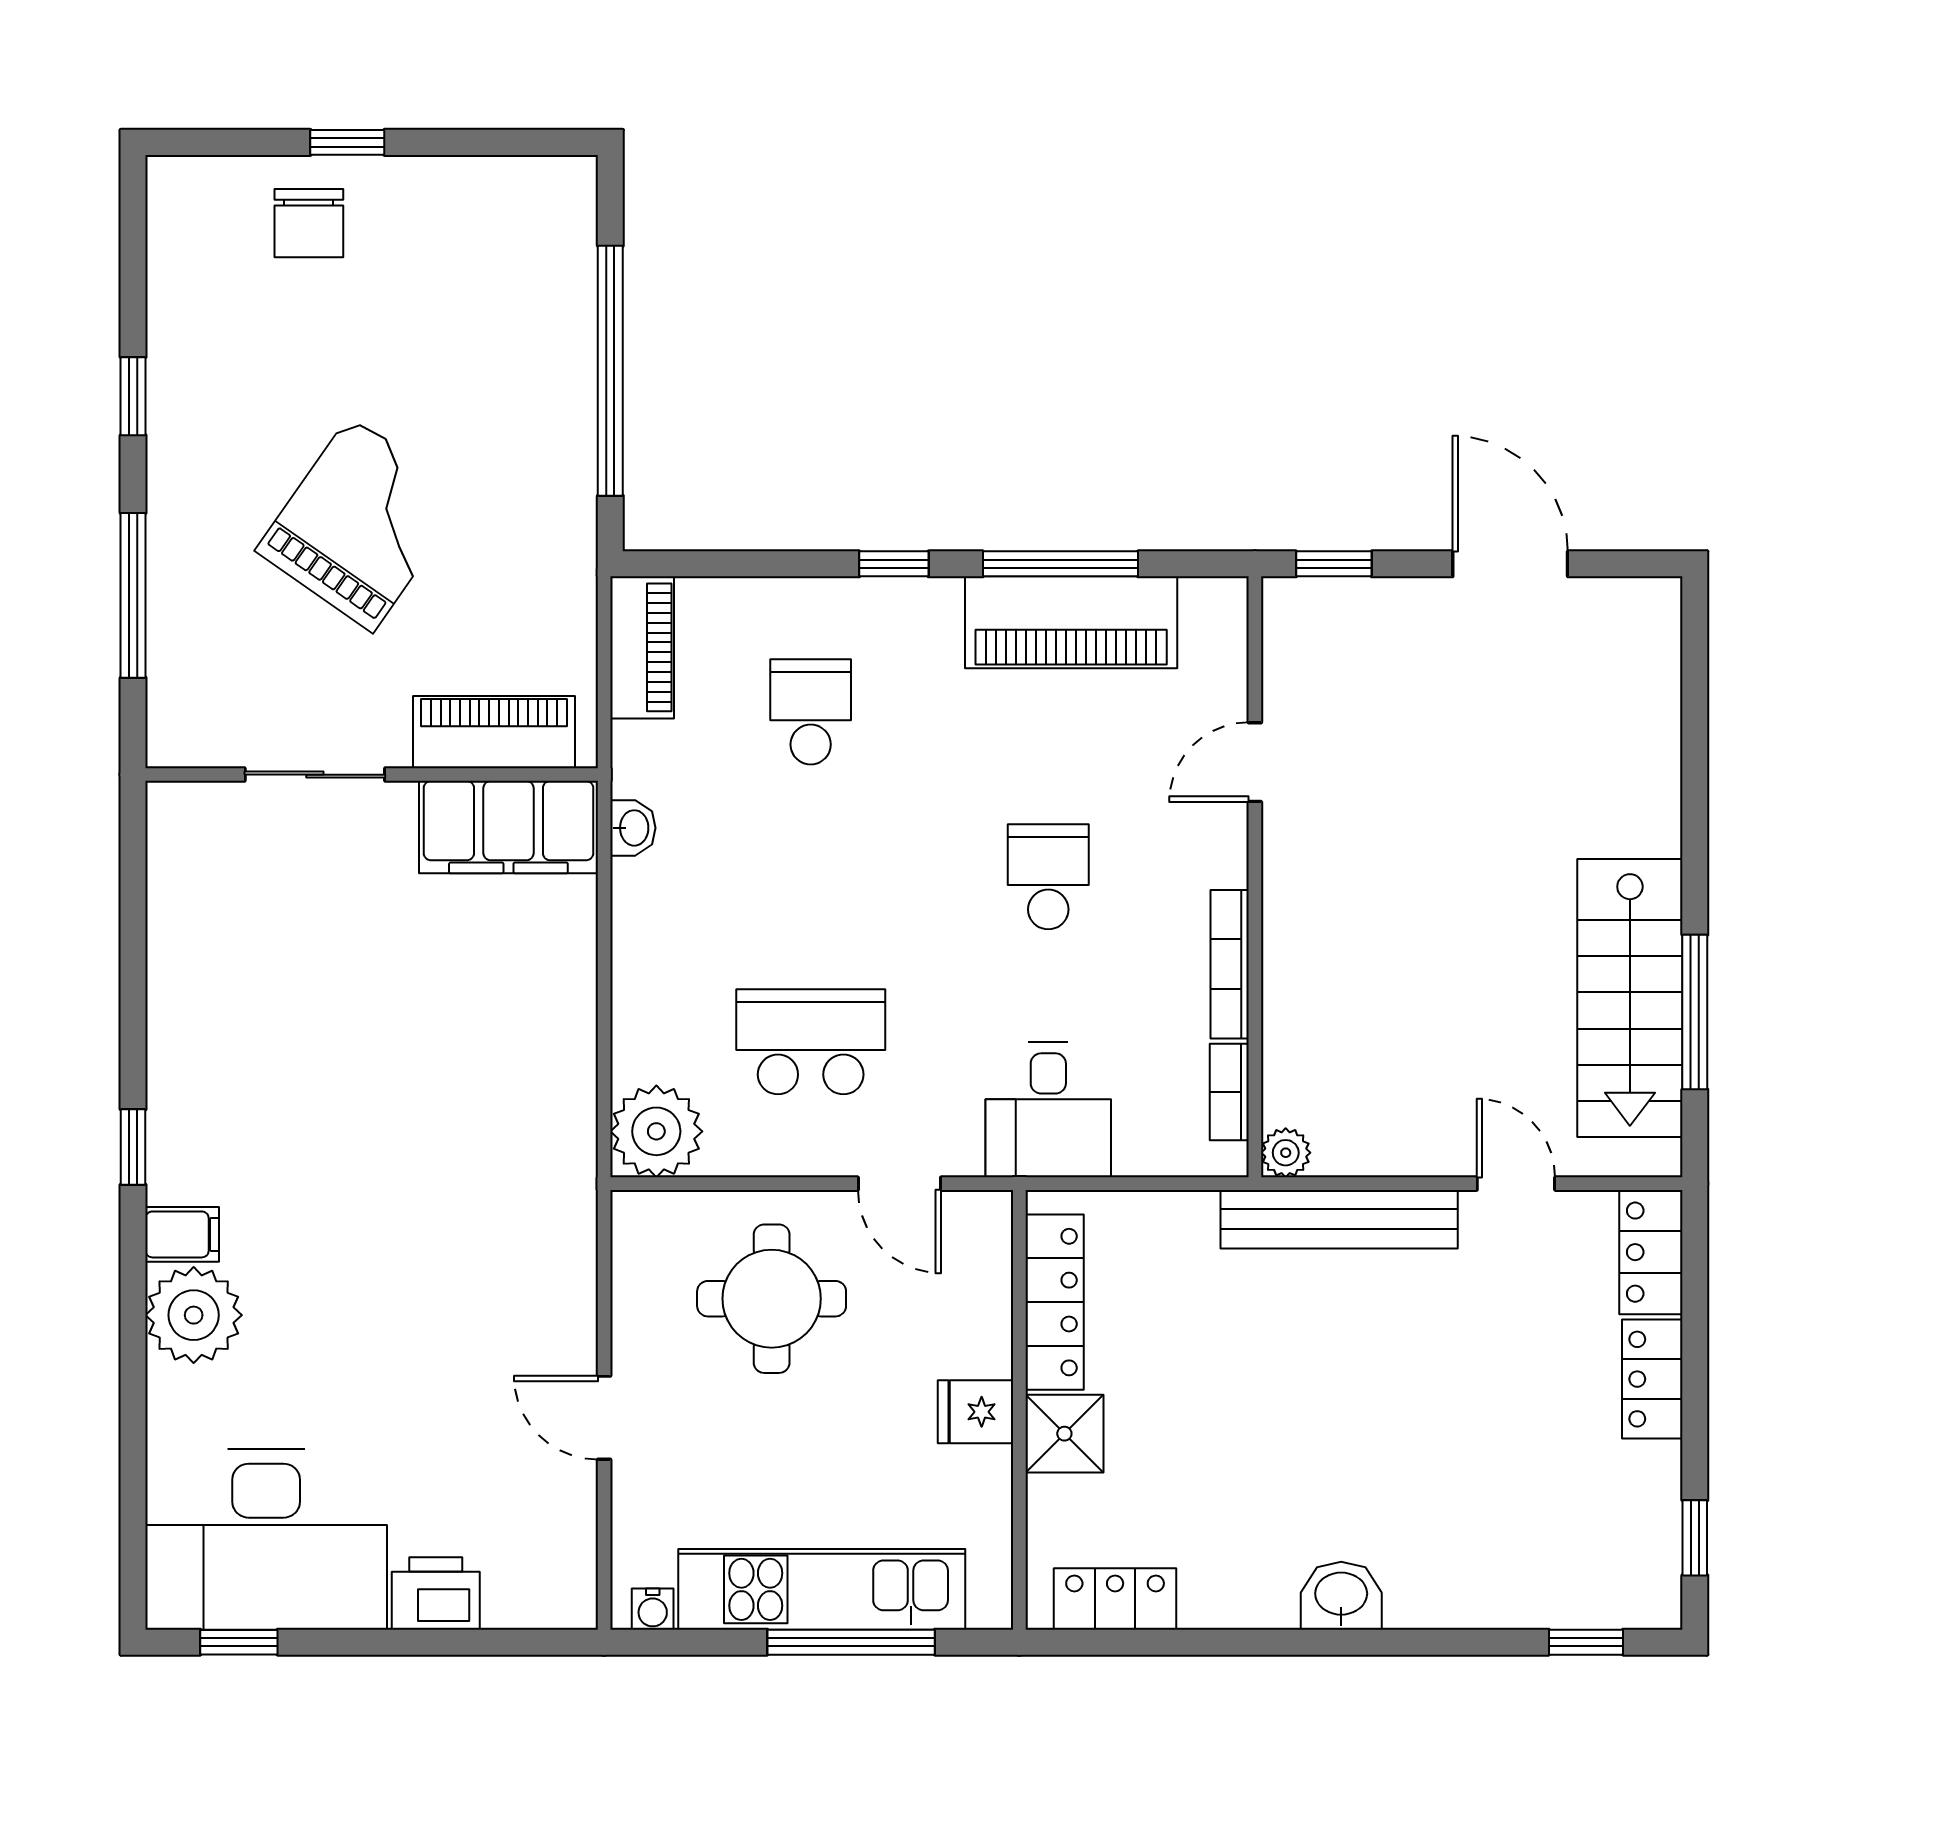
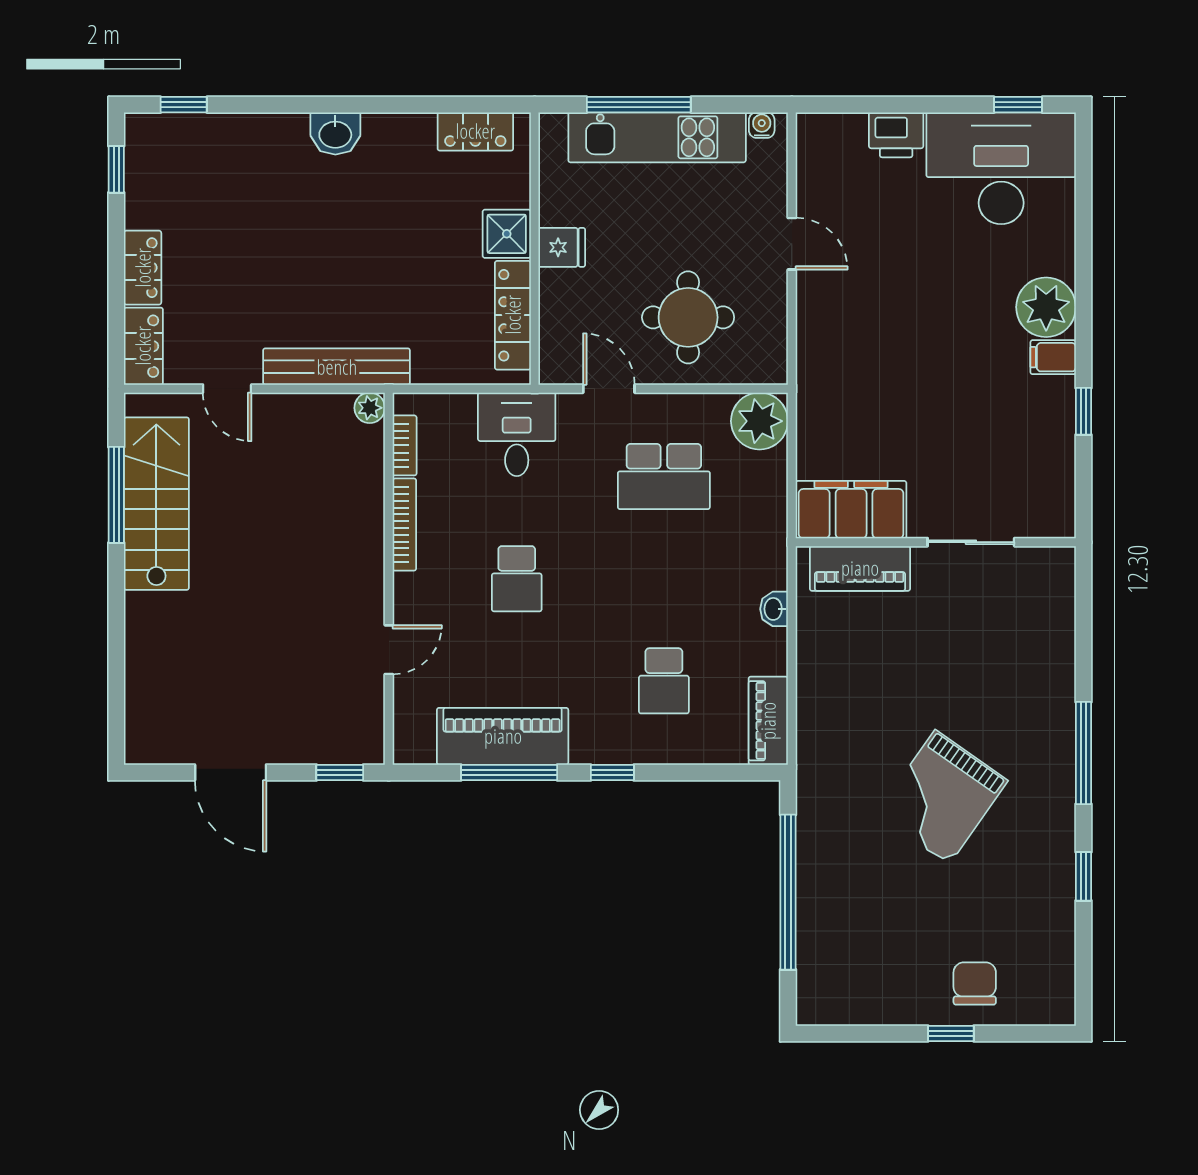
piano: (494, 732) -> (860, 568), moved
sliding door: (315, 775) -> (971, 542), moved
wall: (372, 775) -> (936, 542), moved
filing cabinet: (508, 827) -> (851, 510), moved

